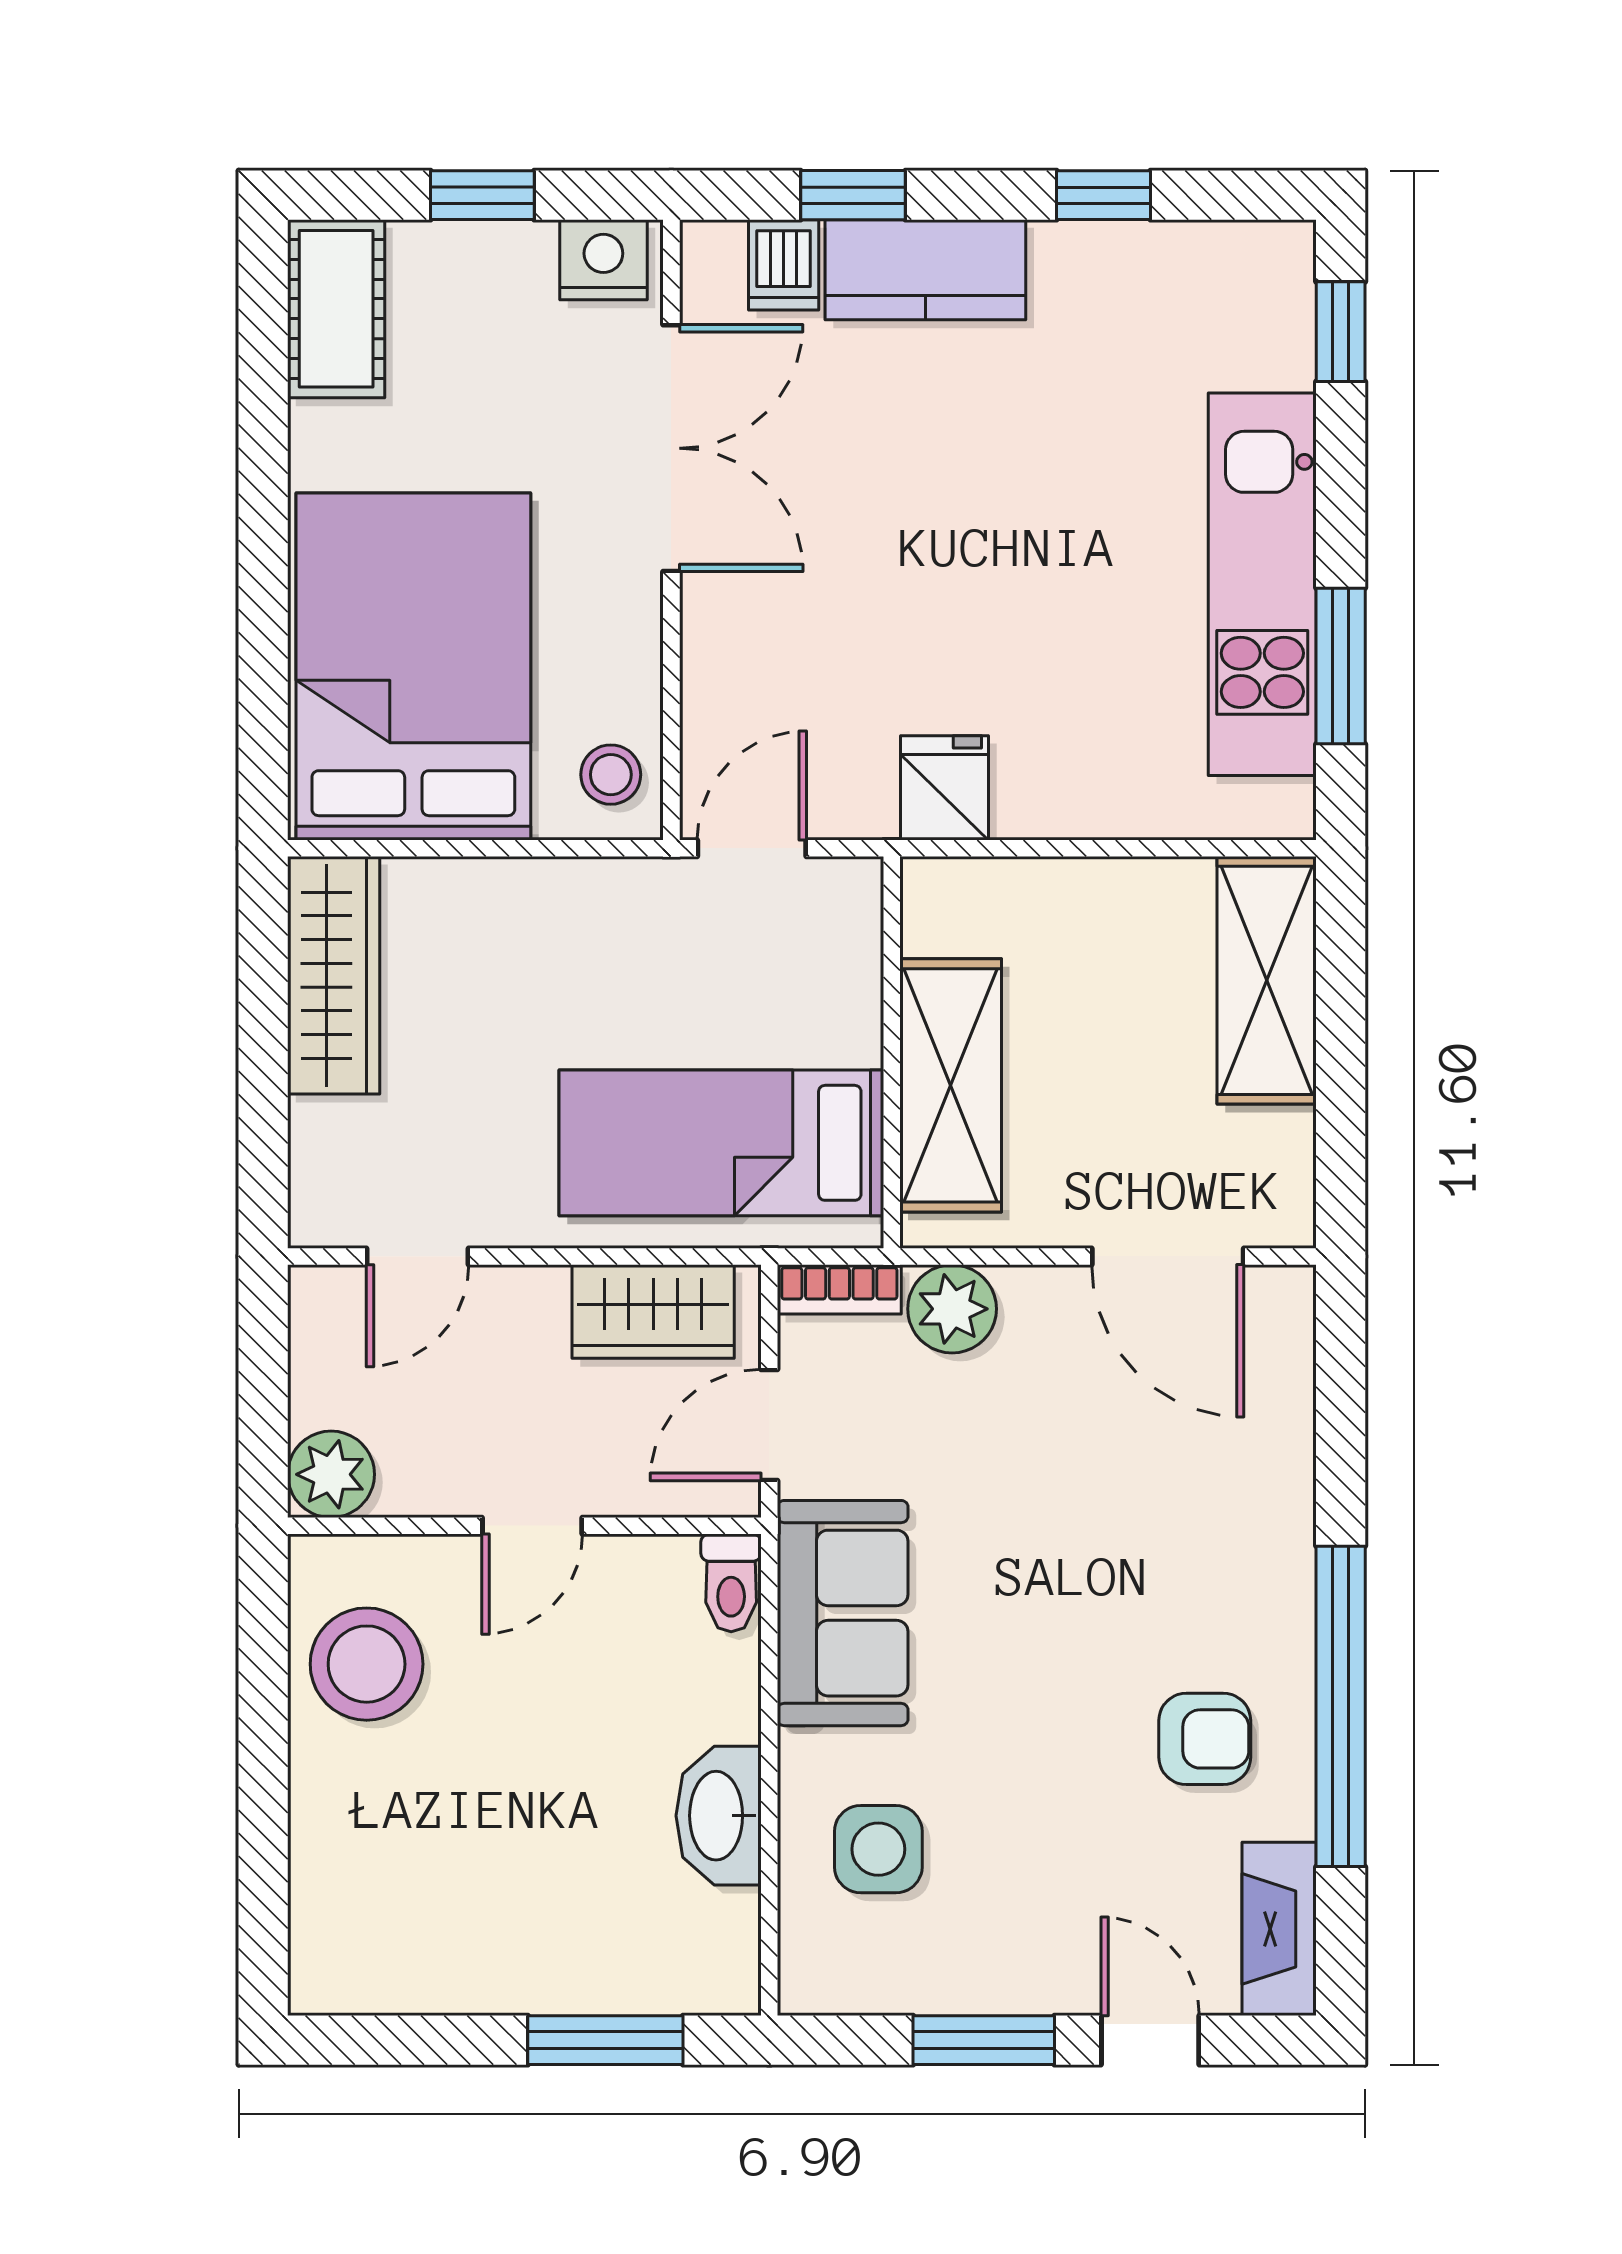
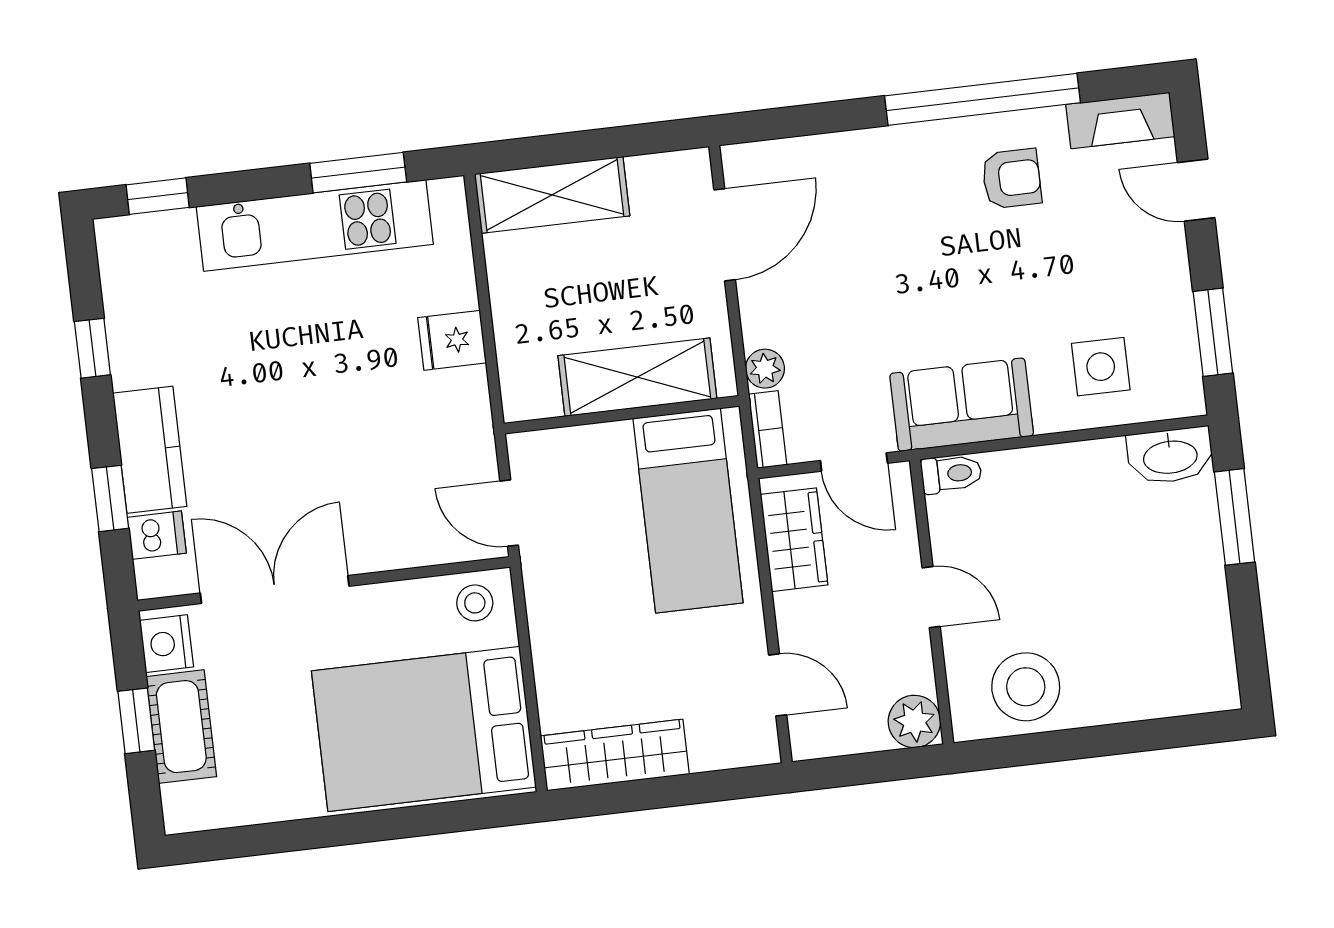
cot: (336, 309) -> (181, 727), moved, turned 90
fridge: (945, 788) -> (452, 340), moved
plant: (952, 1309) -> (765, 369), width x0.73, depth x0.73
armchair: (1205, 1739) -> (1012, 179), turned 90
washbasin: (719, 1816) -> (1170, 456), moved
window: (984, 2040) -> (1213, 332), moved
door: (1150, 2040) -> (1196, 190), hinge flipped

